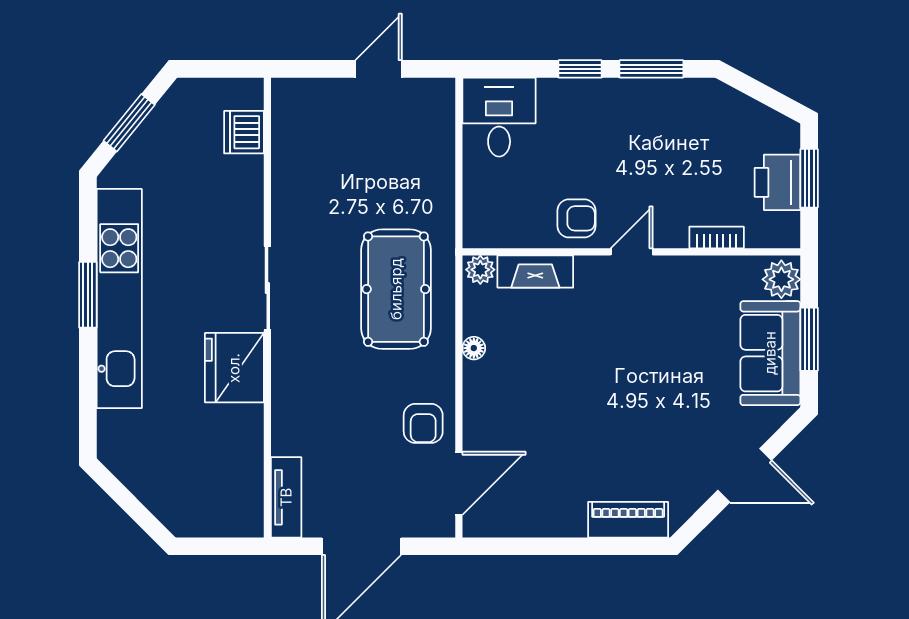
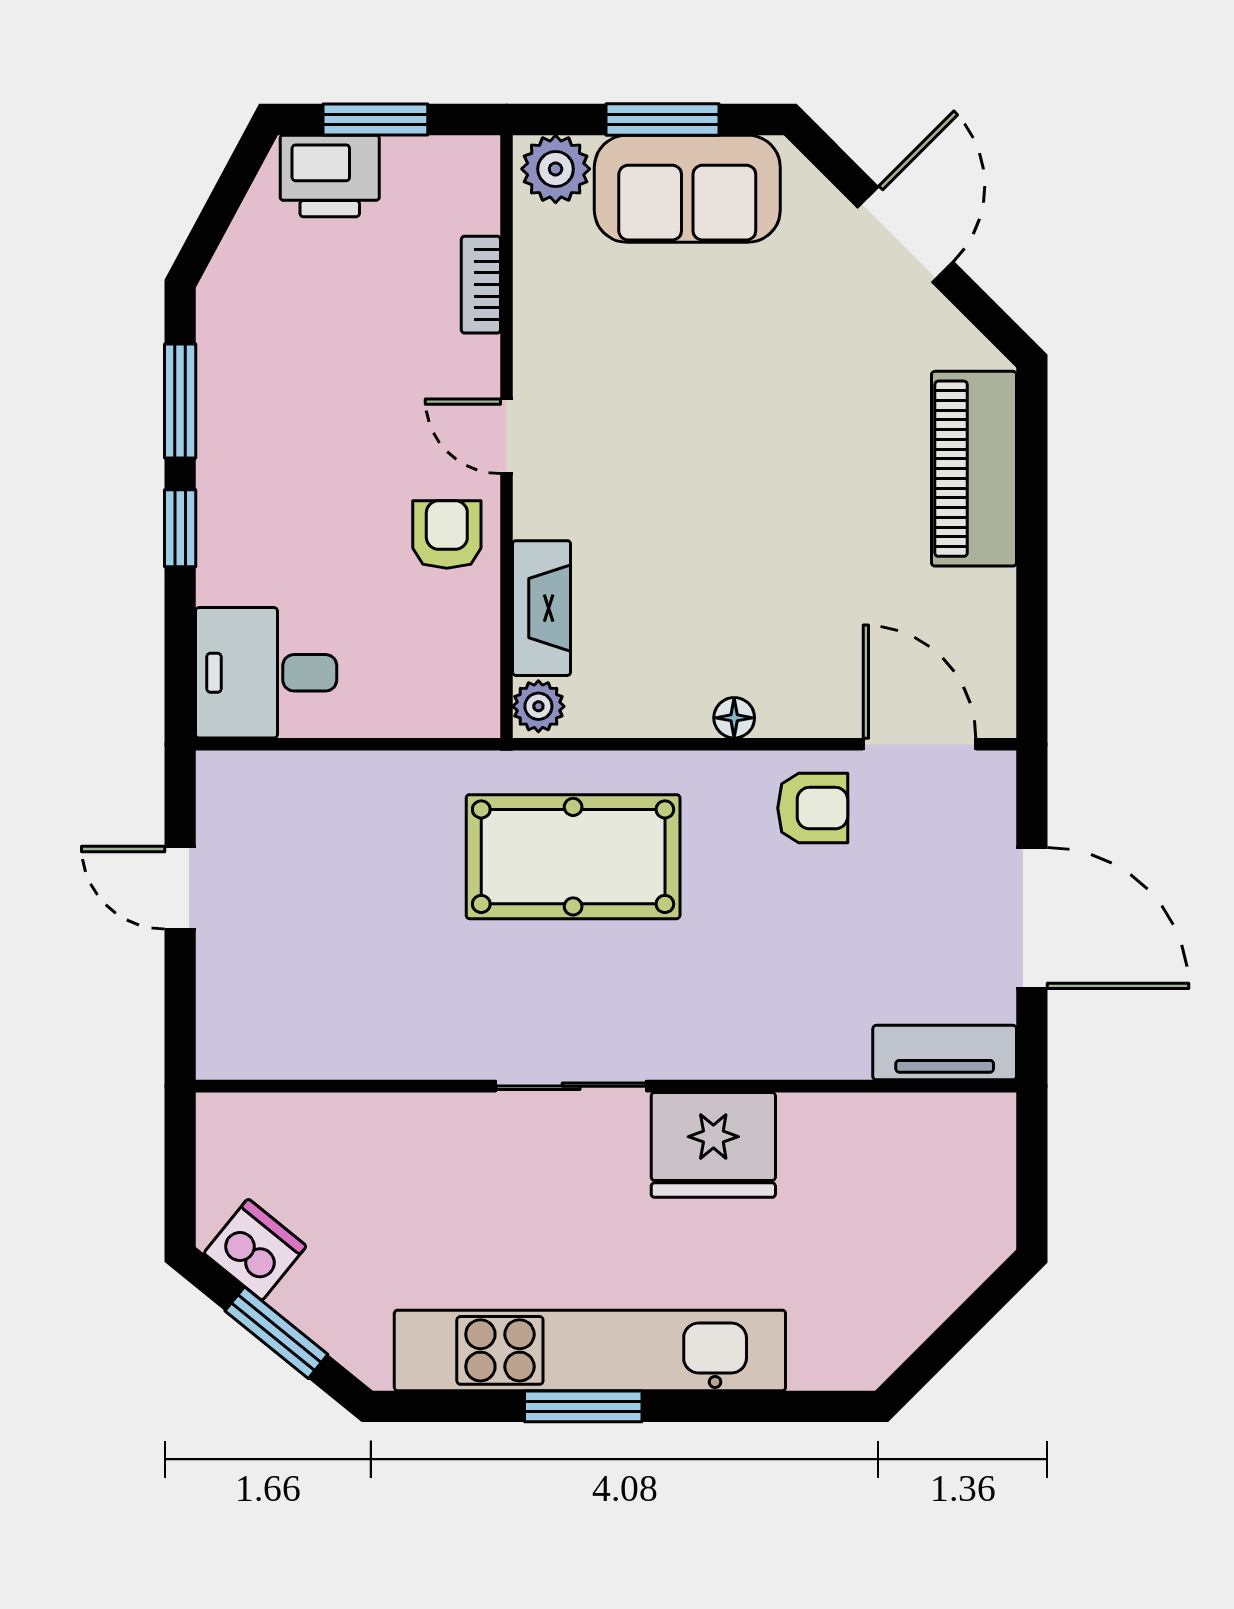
dishwasher: (244, 132) -> (255, 1250), moved, turned -141
printer: (778, 182) -> (330, 176), moved
floor lamp: (474, 348) -> (734, 718), moved
piano: (628, 520) -> (974, 469), width x1.37, depth x1.33

